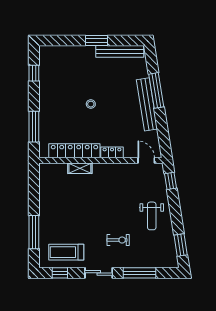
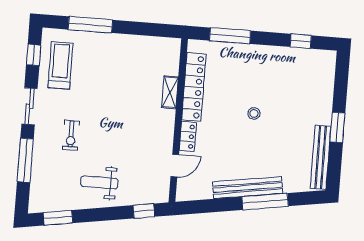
door: (146, 160) -> (175, 166), moved

